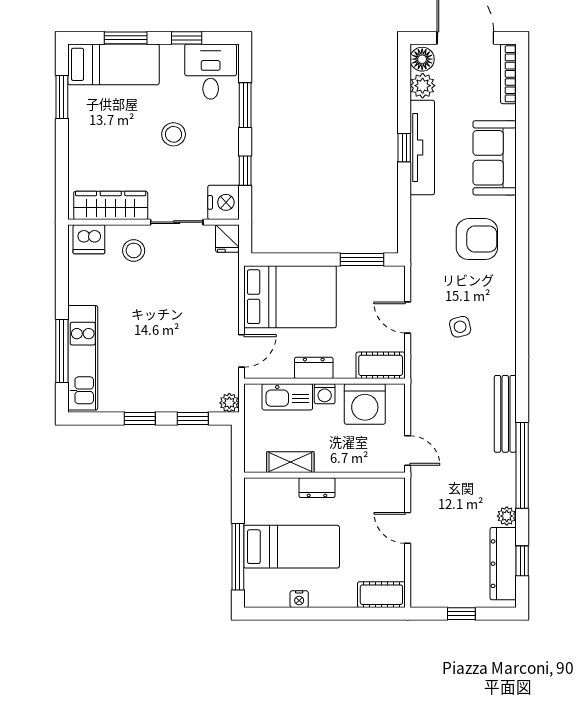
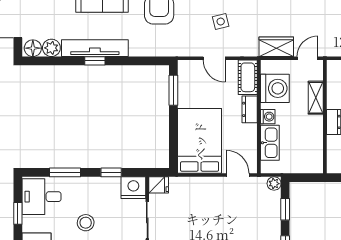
door: (408, 317) -> (214, 58), hinge flipped
dresser: (314, 368) -> (250, 109), moved
wardrobe: (424, 406) -> (276, 47), added
shelving: (290, 462) -> (316, 98), moved

